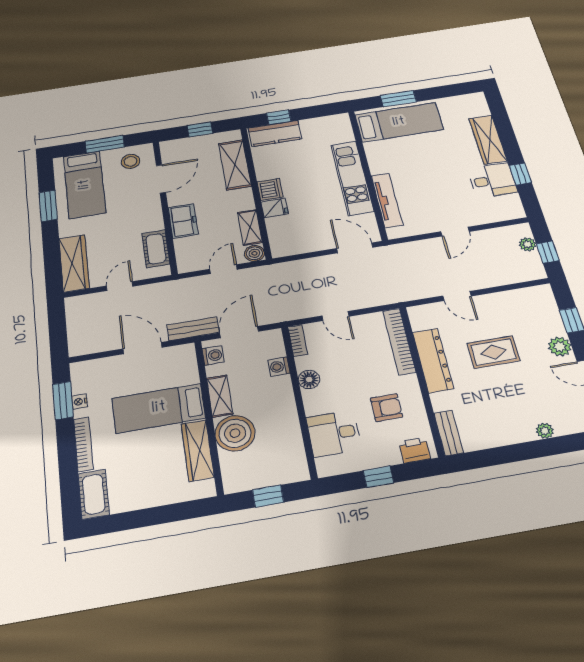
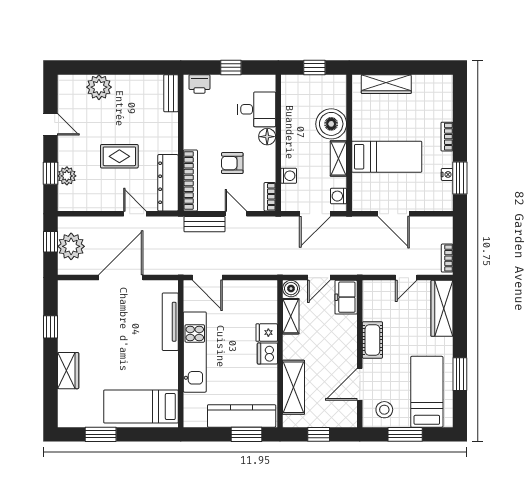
window: (398, 99) -> (101, 434), moved
window: (279, 117) -> (246, 434), width x1.50
kitchen counter: (275, 133) -> (242, 416), width x1.50
wardrobe: (488, 140) -> (68, 371), width x0.67
desk: (492, 180) -> (76, 325), removed
freezer: (183, 221) -> (346, 297), moved
door: (455, 232) -> (121, 278), width x1.87
plant: (527, 244) -> (71, 246), width x1.87, depth x1.87
cot: (156, 249) -> (372, 340), moved
bookcase: (72, 313) -> (447, 258), added
bench: (193, 329) -> (205, 224), moved
plant: (560, 346) -> (67, 176), moved
dresser: (433, 360) -> (168, 183), moved
floor lamp: (309, 379) -> (267, 137), moved
armchair: (387, 408) -> (232, 163), moved
plant: (545, 431) -> (99, 87), width x1.88, depth x1.88
bookcase: (83, 444) -> (447, 137), width x0.64
wardrobe: (198, 450) -> (386, 84), moved, turned 90
cot: (94, 494) -> (443, 93), removed

